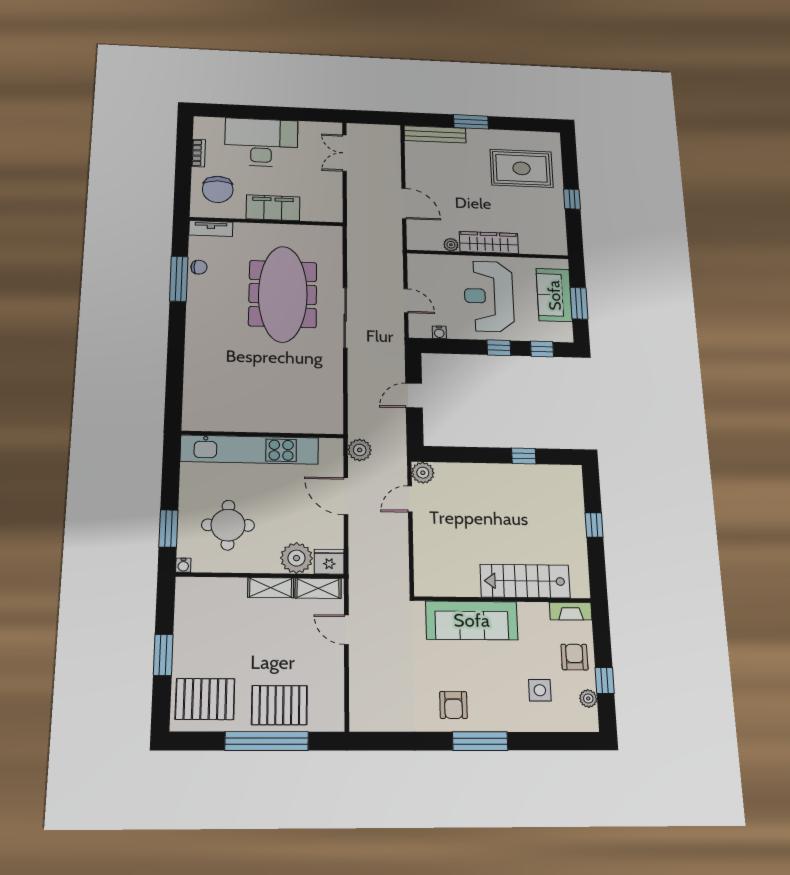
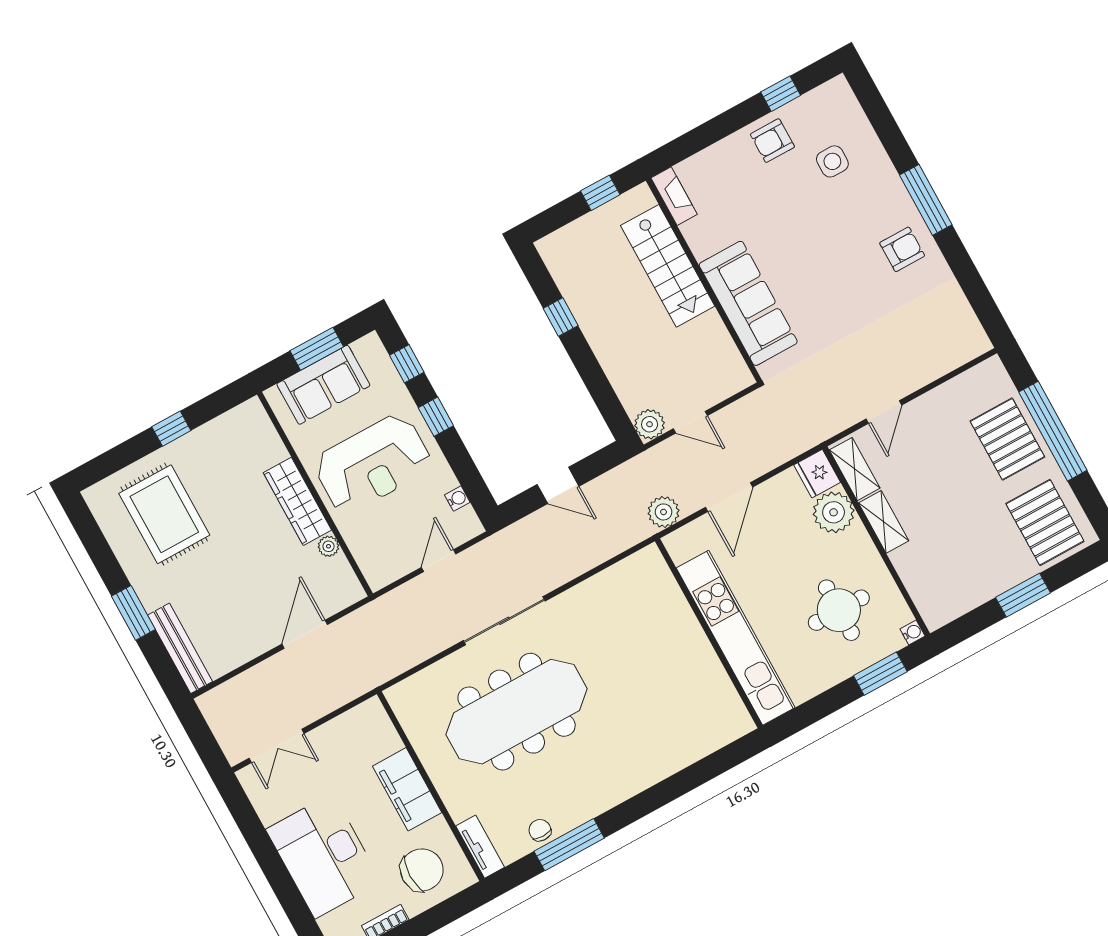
stairs: (525, 581) -> (668, 266), moved
wall: (503, 600) -> (704, 280), moved
fireplace: (571, 611) -> (674, 196), moved
sofa: (472, 620) -> (748, 303), moved
plant: (588, 699) -> (812, 102), removed

